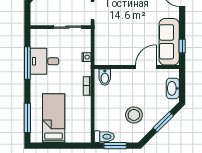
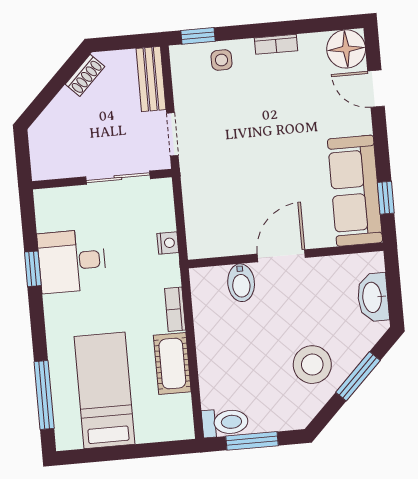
window: (27, 63) -> (33, 269), width x0.46
door: (146, 67) -> (281, 256), moved
bidet: (105, 77) -> (241, 283), moved
cot: (84, 109) -> (172, 364), added
stool: (134, 115) -> (312, 365), moved

